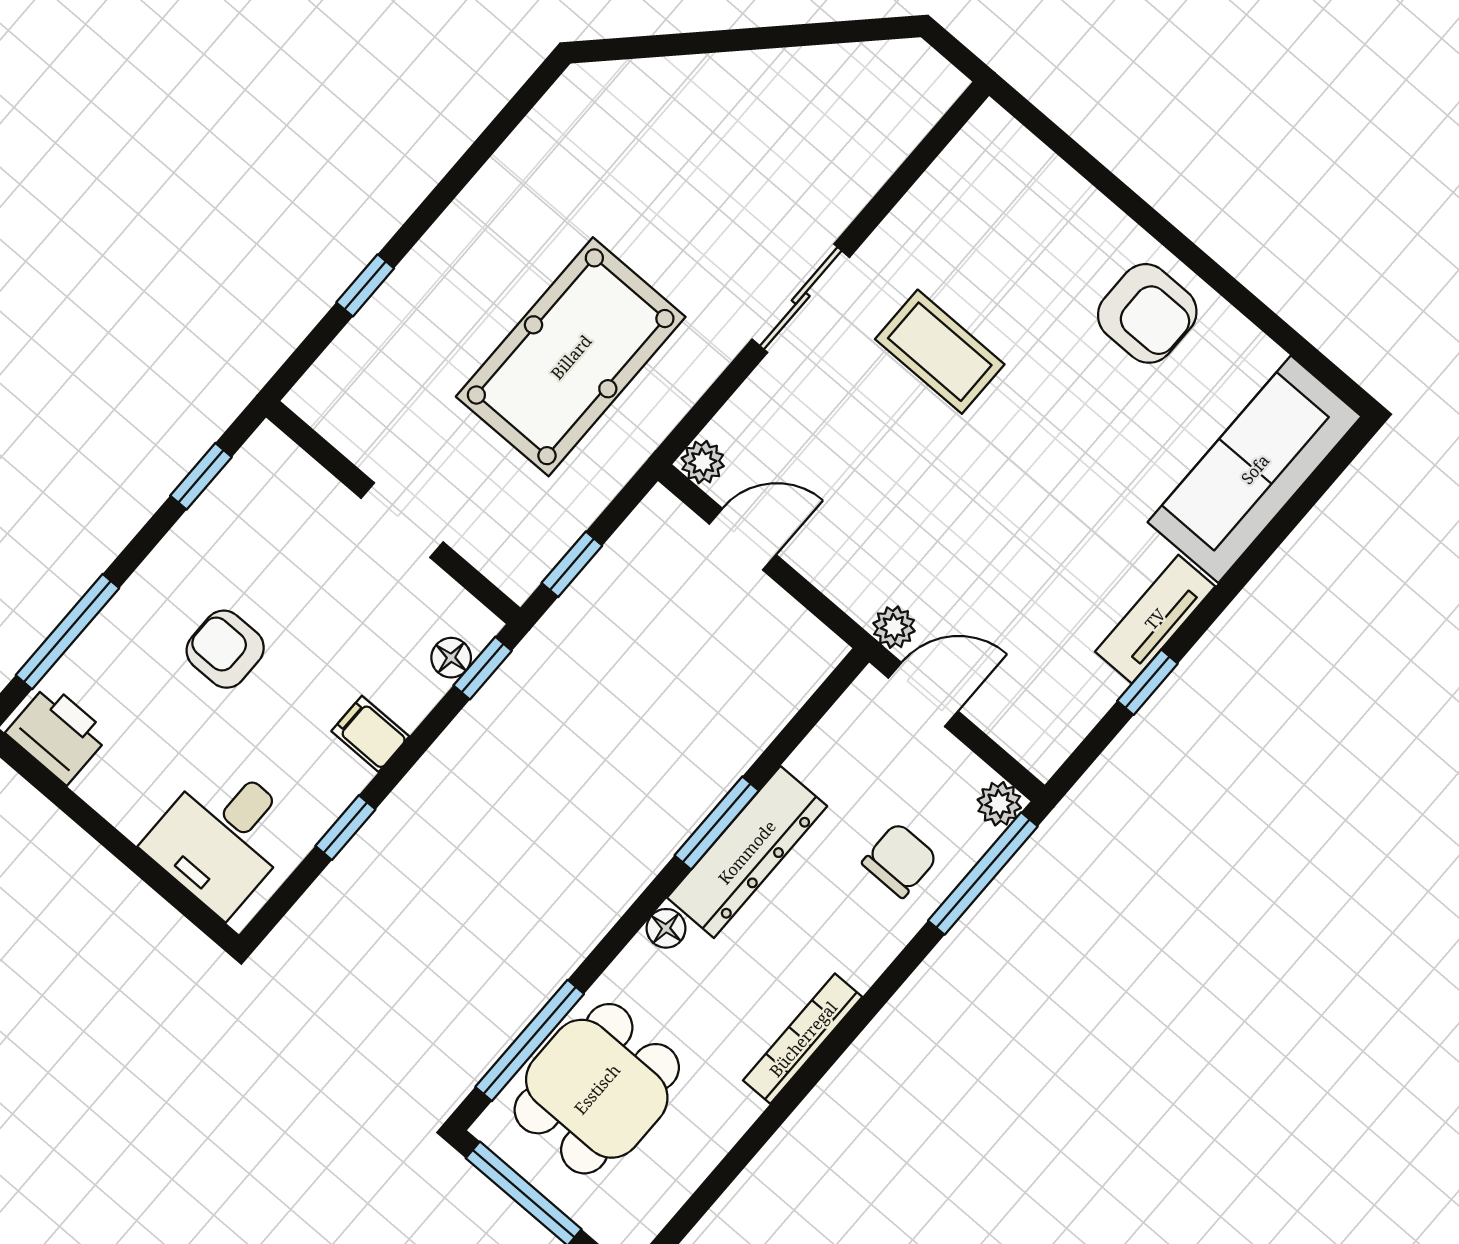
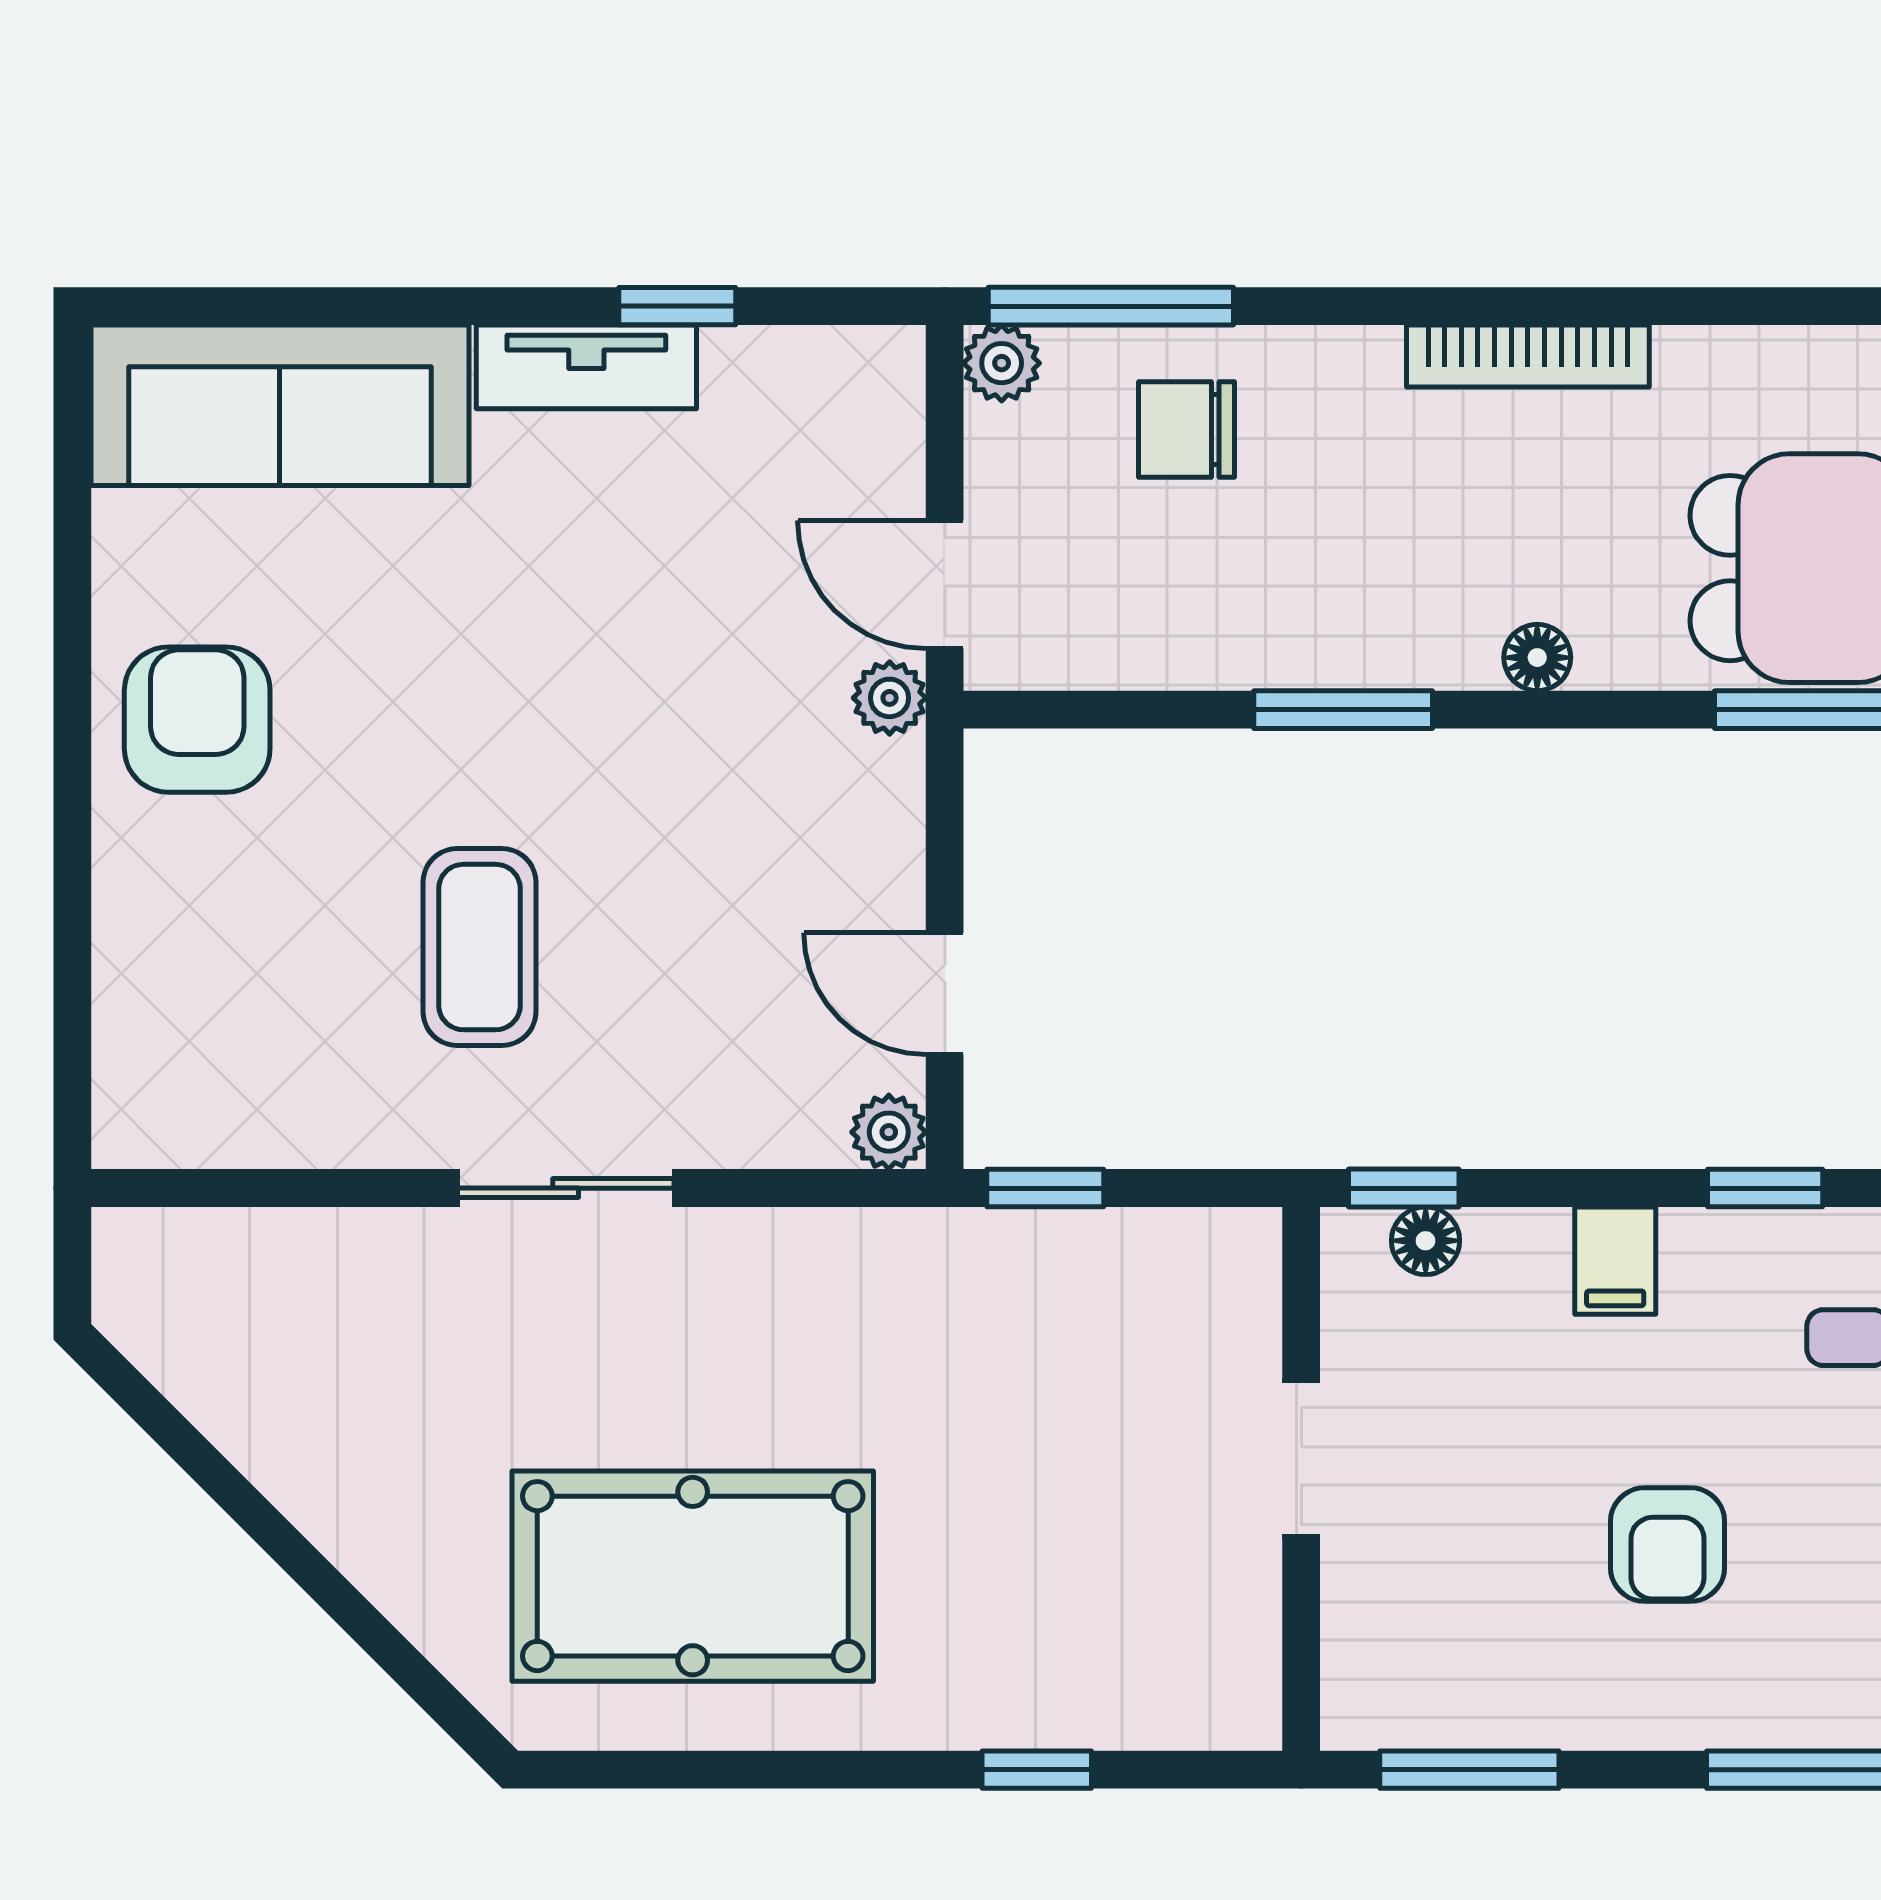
pool table: (571, 357) -> (693, 1576), moved
window: (201, 476) -> (1469, 1770), width x1.50
window: (572, 564) -> (1045, 1188), moved
dresser: (747, 852) -> (1347, 638), removed

